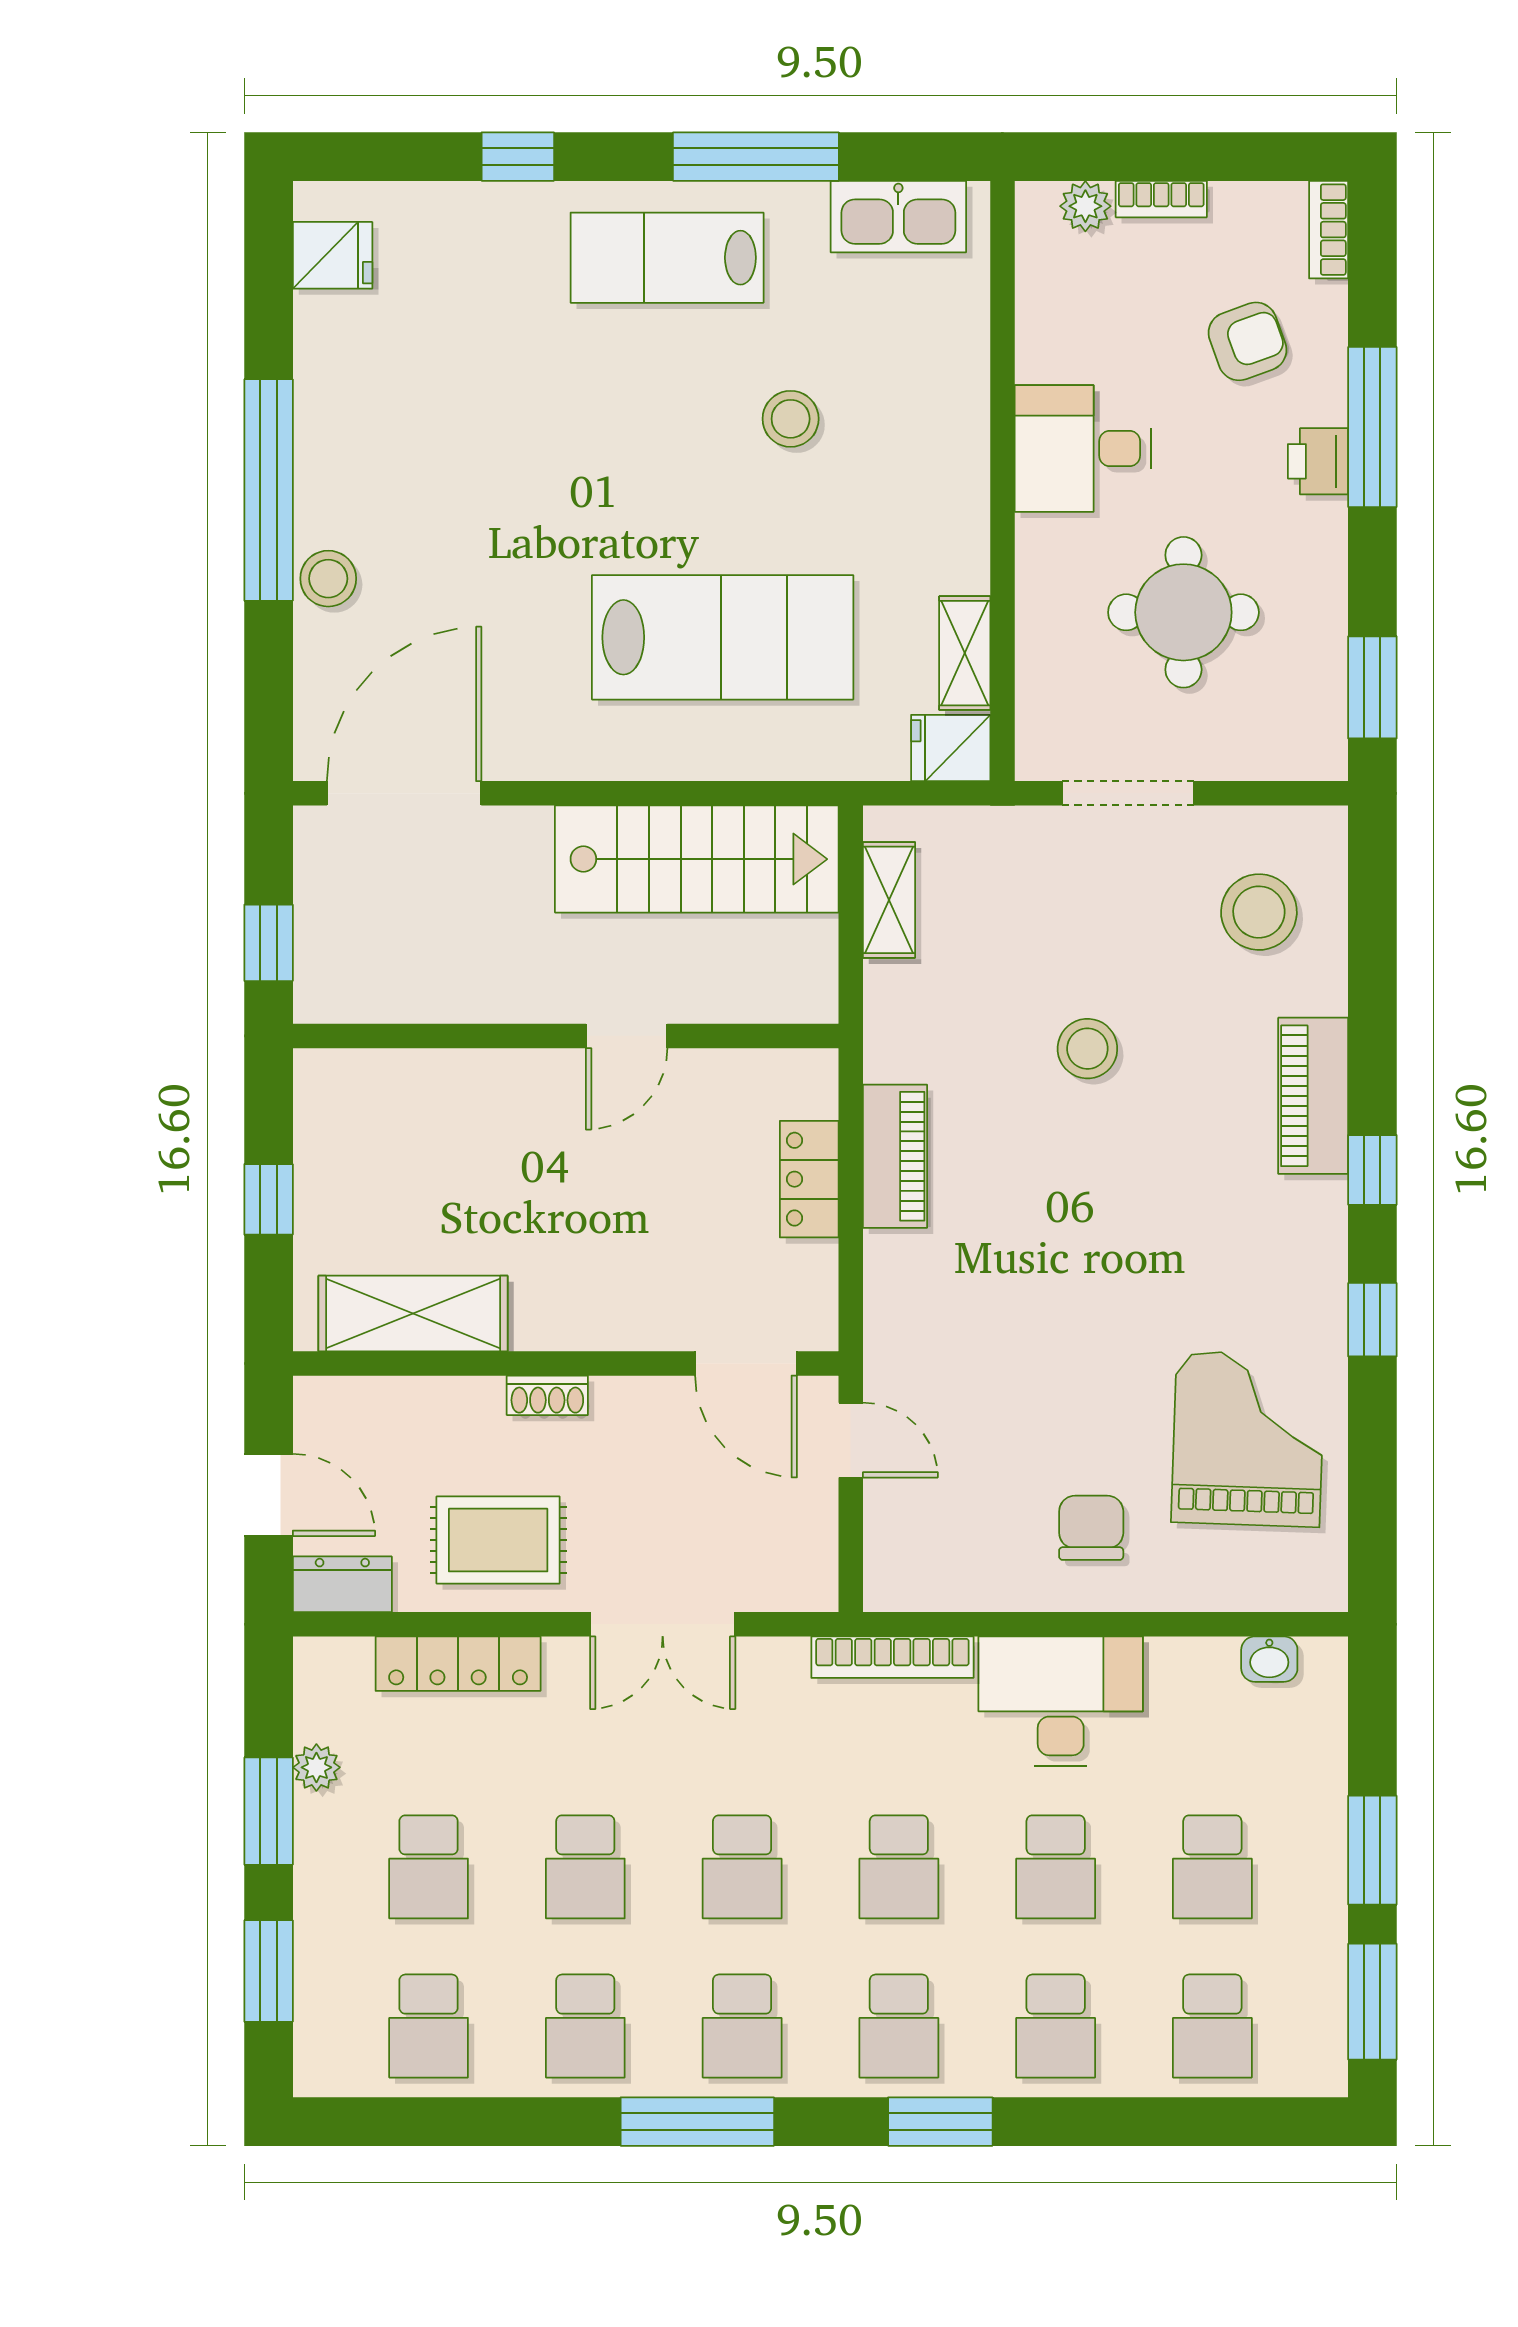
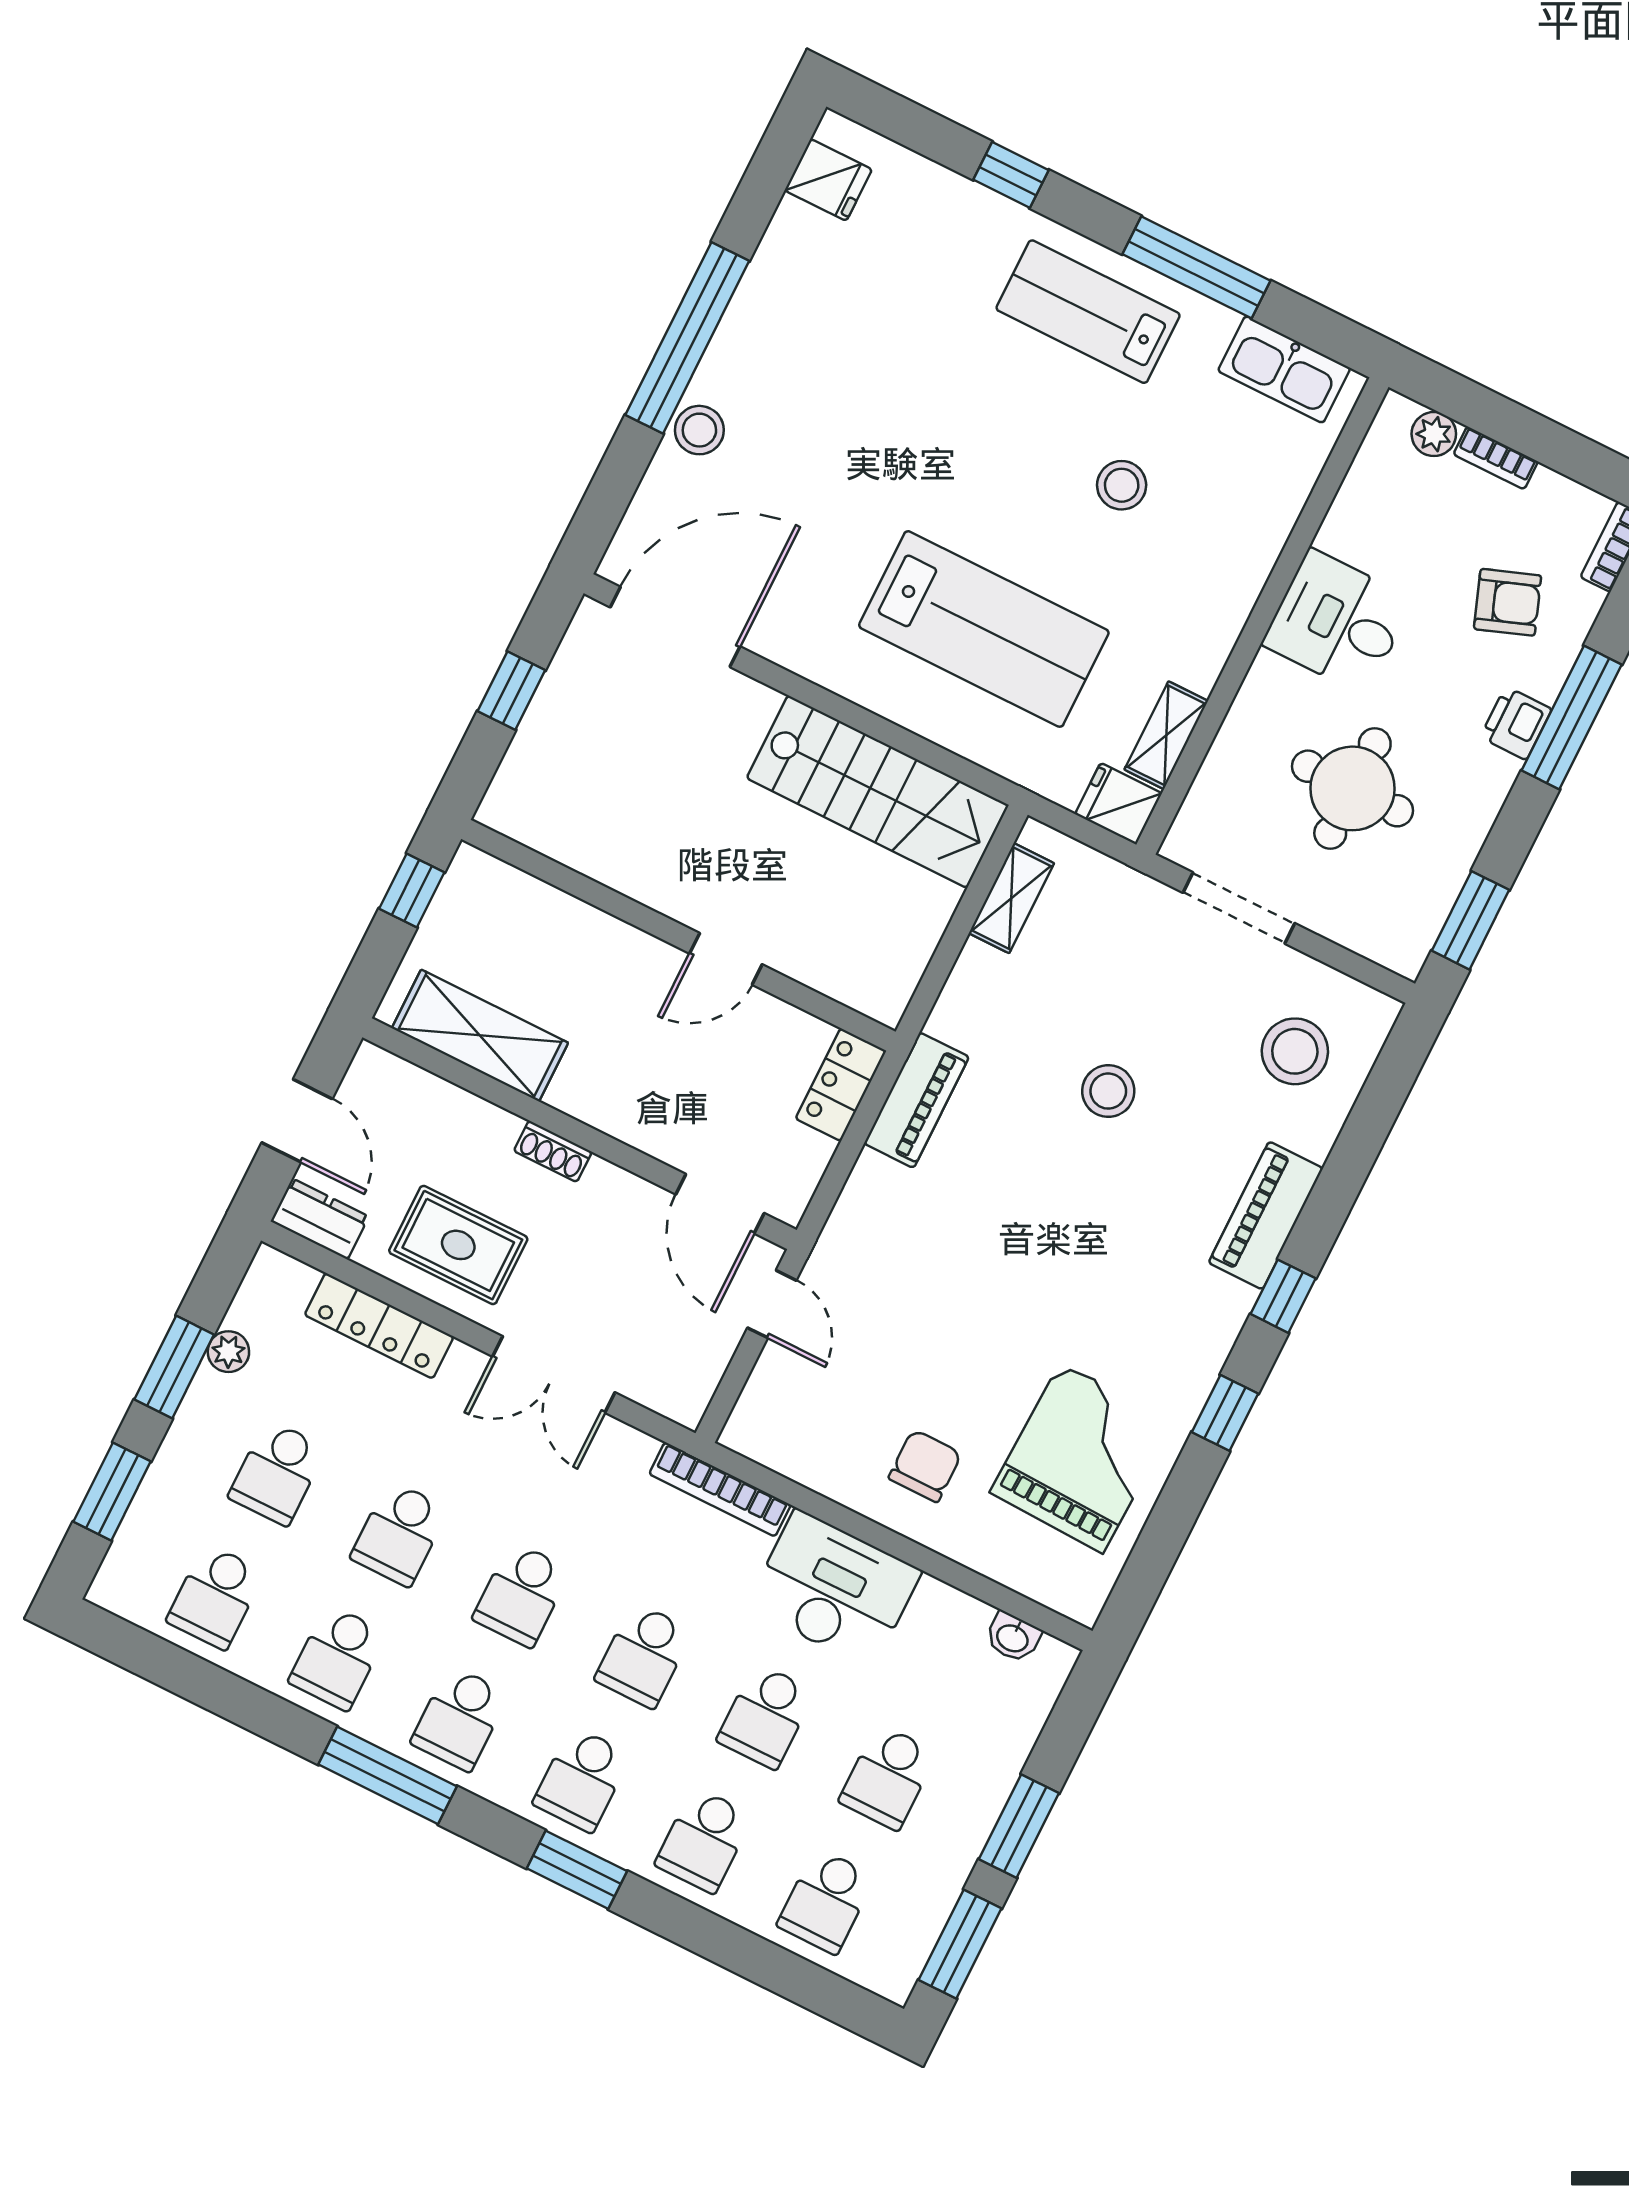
wall: (566, 1036) -> (679, 935), moved
door: (627, 1036) -> (726, 959), moved

